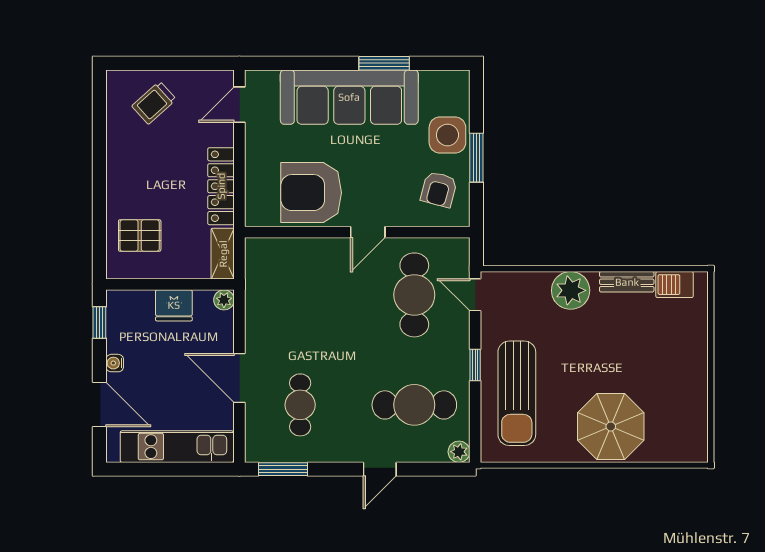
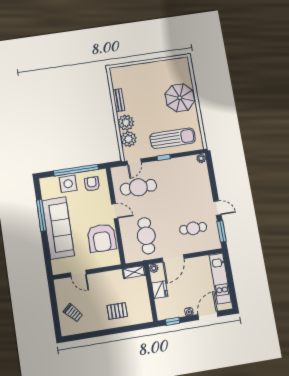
window: (384, 63) -> (41, 215), width x1.44
door: (239, 105) -> (78, 273), moved
window: (476, 158) -> (76, 170), width x2.11
locker: (221, 186) -> (105, 277), removed
armchair: (439, 189) -> (92, 184), turned -105
pallet: (140, 236) -> (117, 311), moved, turned 90
barbecue: (675, 285) -> (117, 81), removed
plant: (531, 290) -> (129, 139), added
door: (239, 378) -> (173, 258), moved
cafe table: (414, 405) -> (146, 236), moved
door: (380, 469) -> (217, 208), moved

